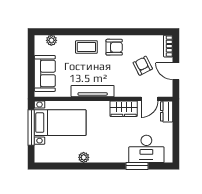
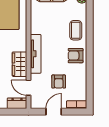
armchair: (114, 47) -> (76, 56), turned 90
armchair: (143, 66) -> (59, 82), turned 117
tv unit: (93, 91) -> (36, 54), moved

